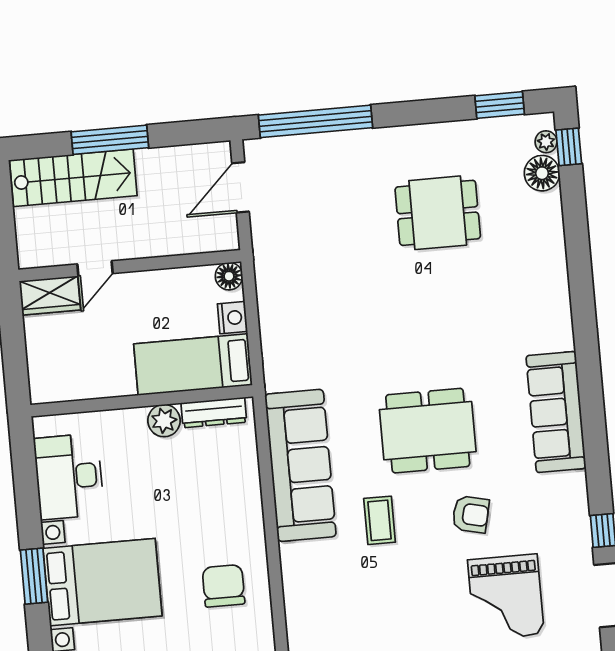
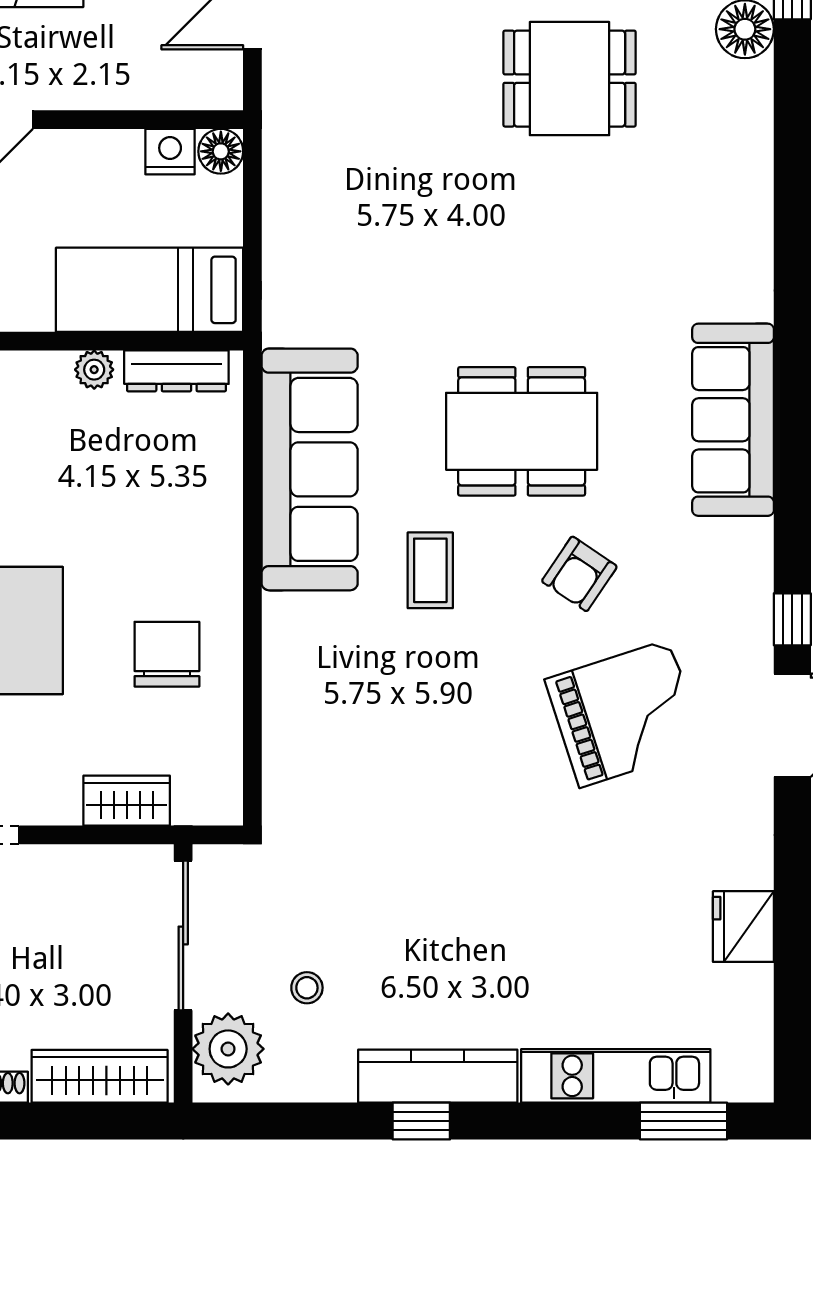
nightstand: (232, 318) -> (170, 152), moved, turned -90
plant: (164, 421) -> (94, 370), width x0.73, depth x0.73
armchair: (471, 514) -> (579, 574), turned 111
grand piano: (506, 597) -> (625, 713), turned -108

